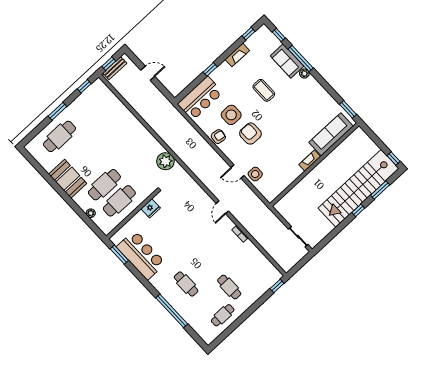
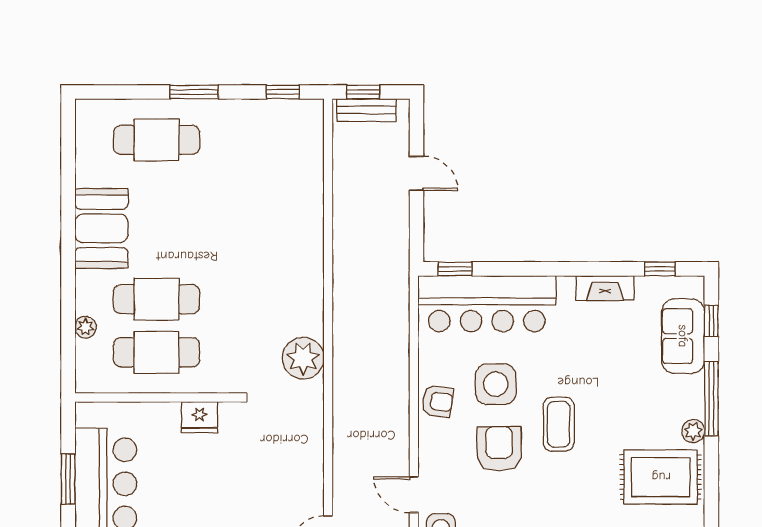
sofa: (287, 61) -> (683, 336), moved
window: (210, 69) -> (455, 269), moved
coffee table: (264, 90) -> (559, 424), moved
rug: (307, 97) -> (661, 477), added
bar counter: (200, 98) -> (487, 304), width x1.36
window: (119, 255) -> (68, 479), moved

